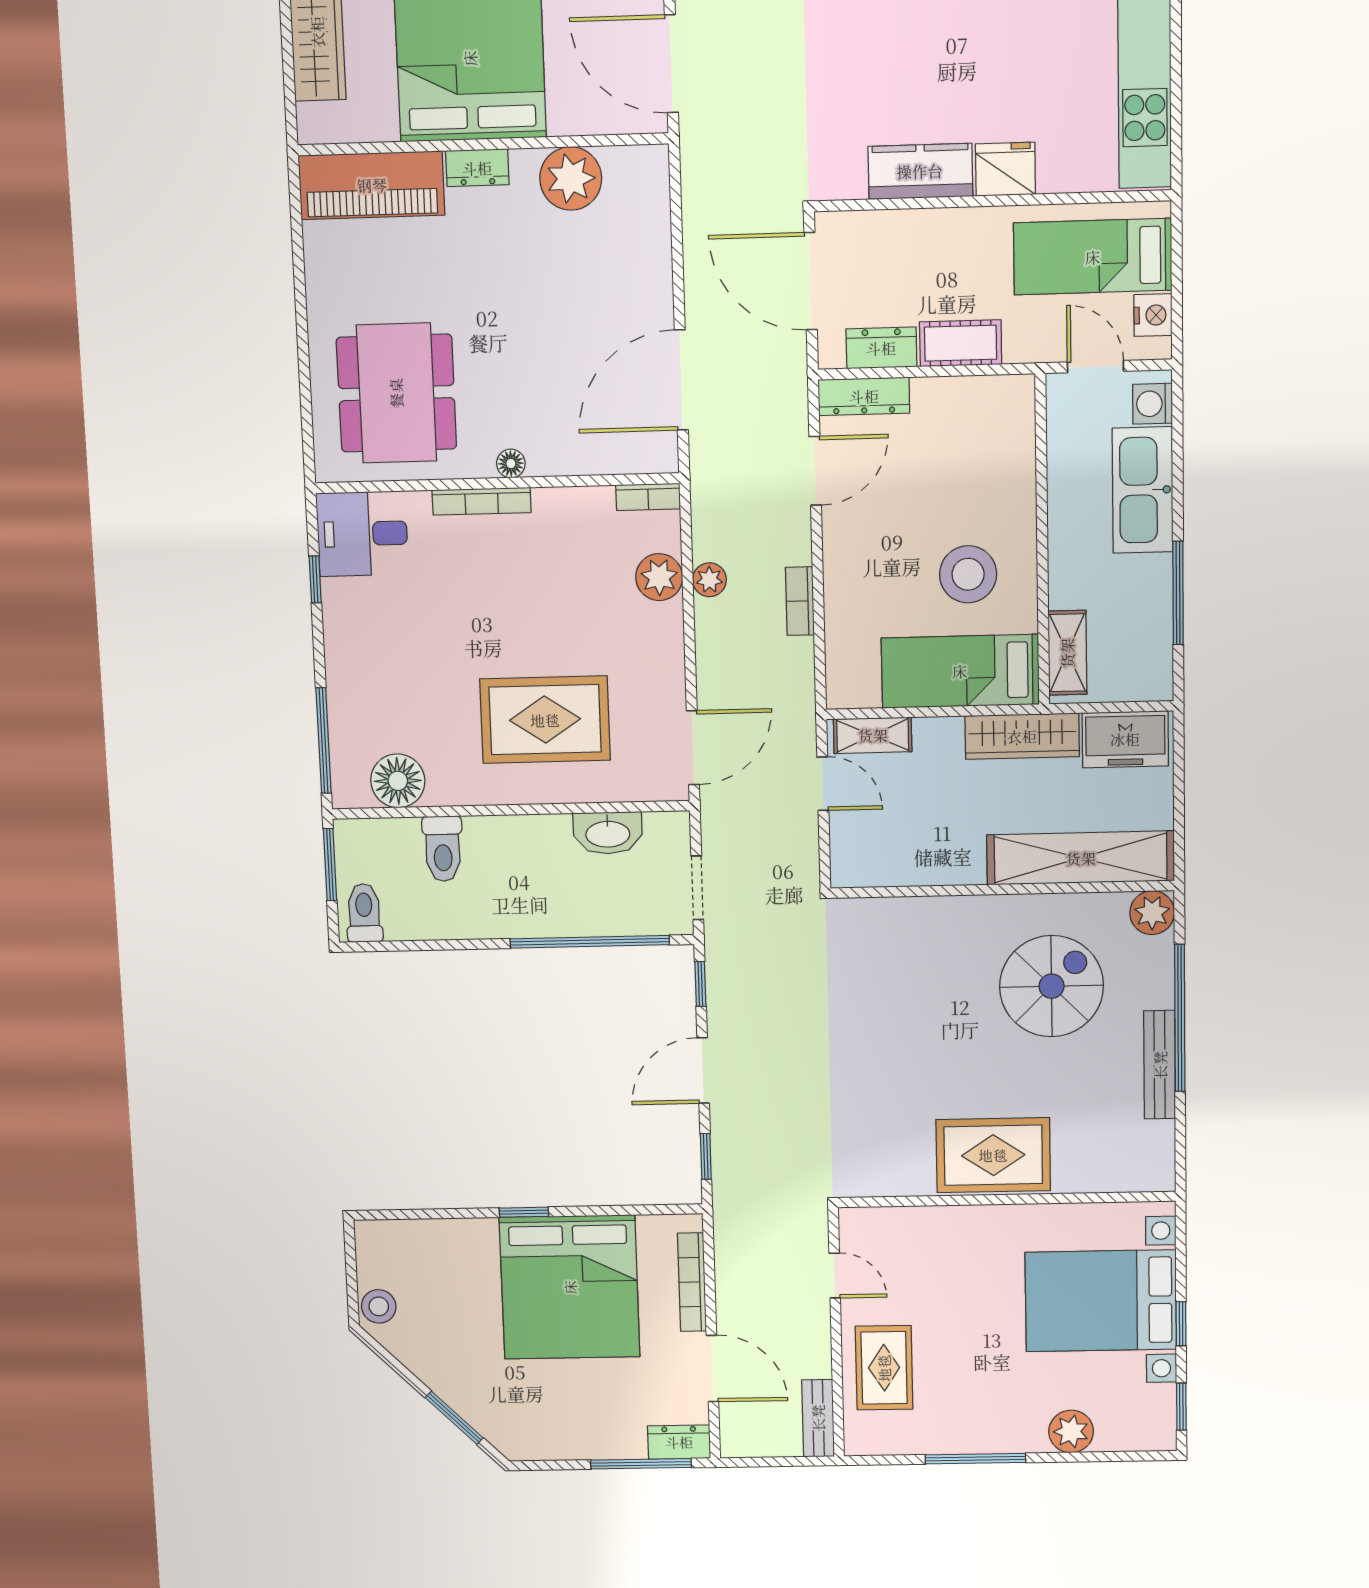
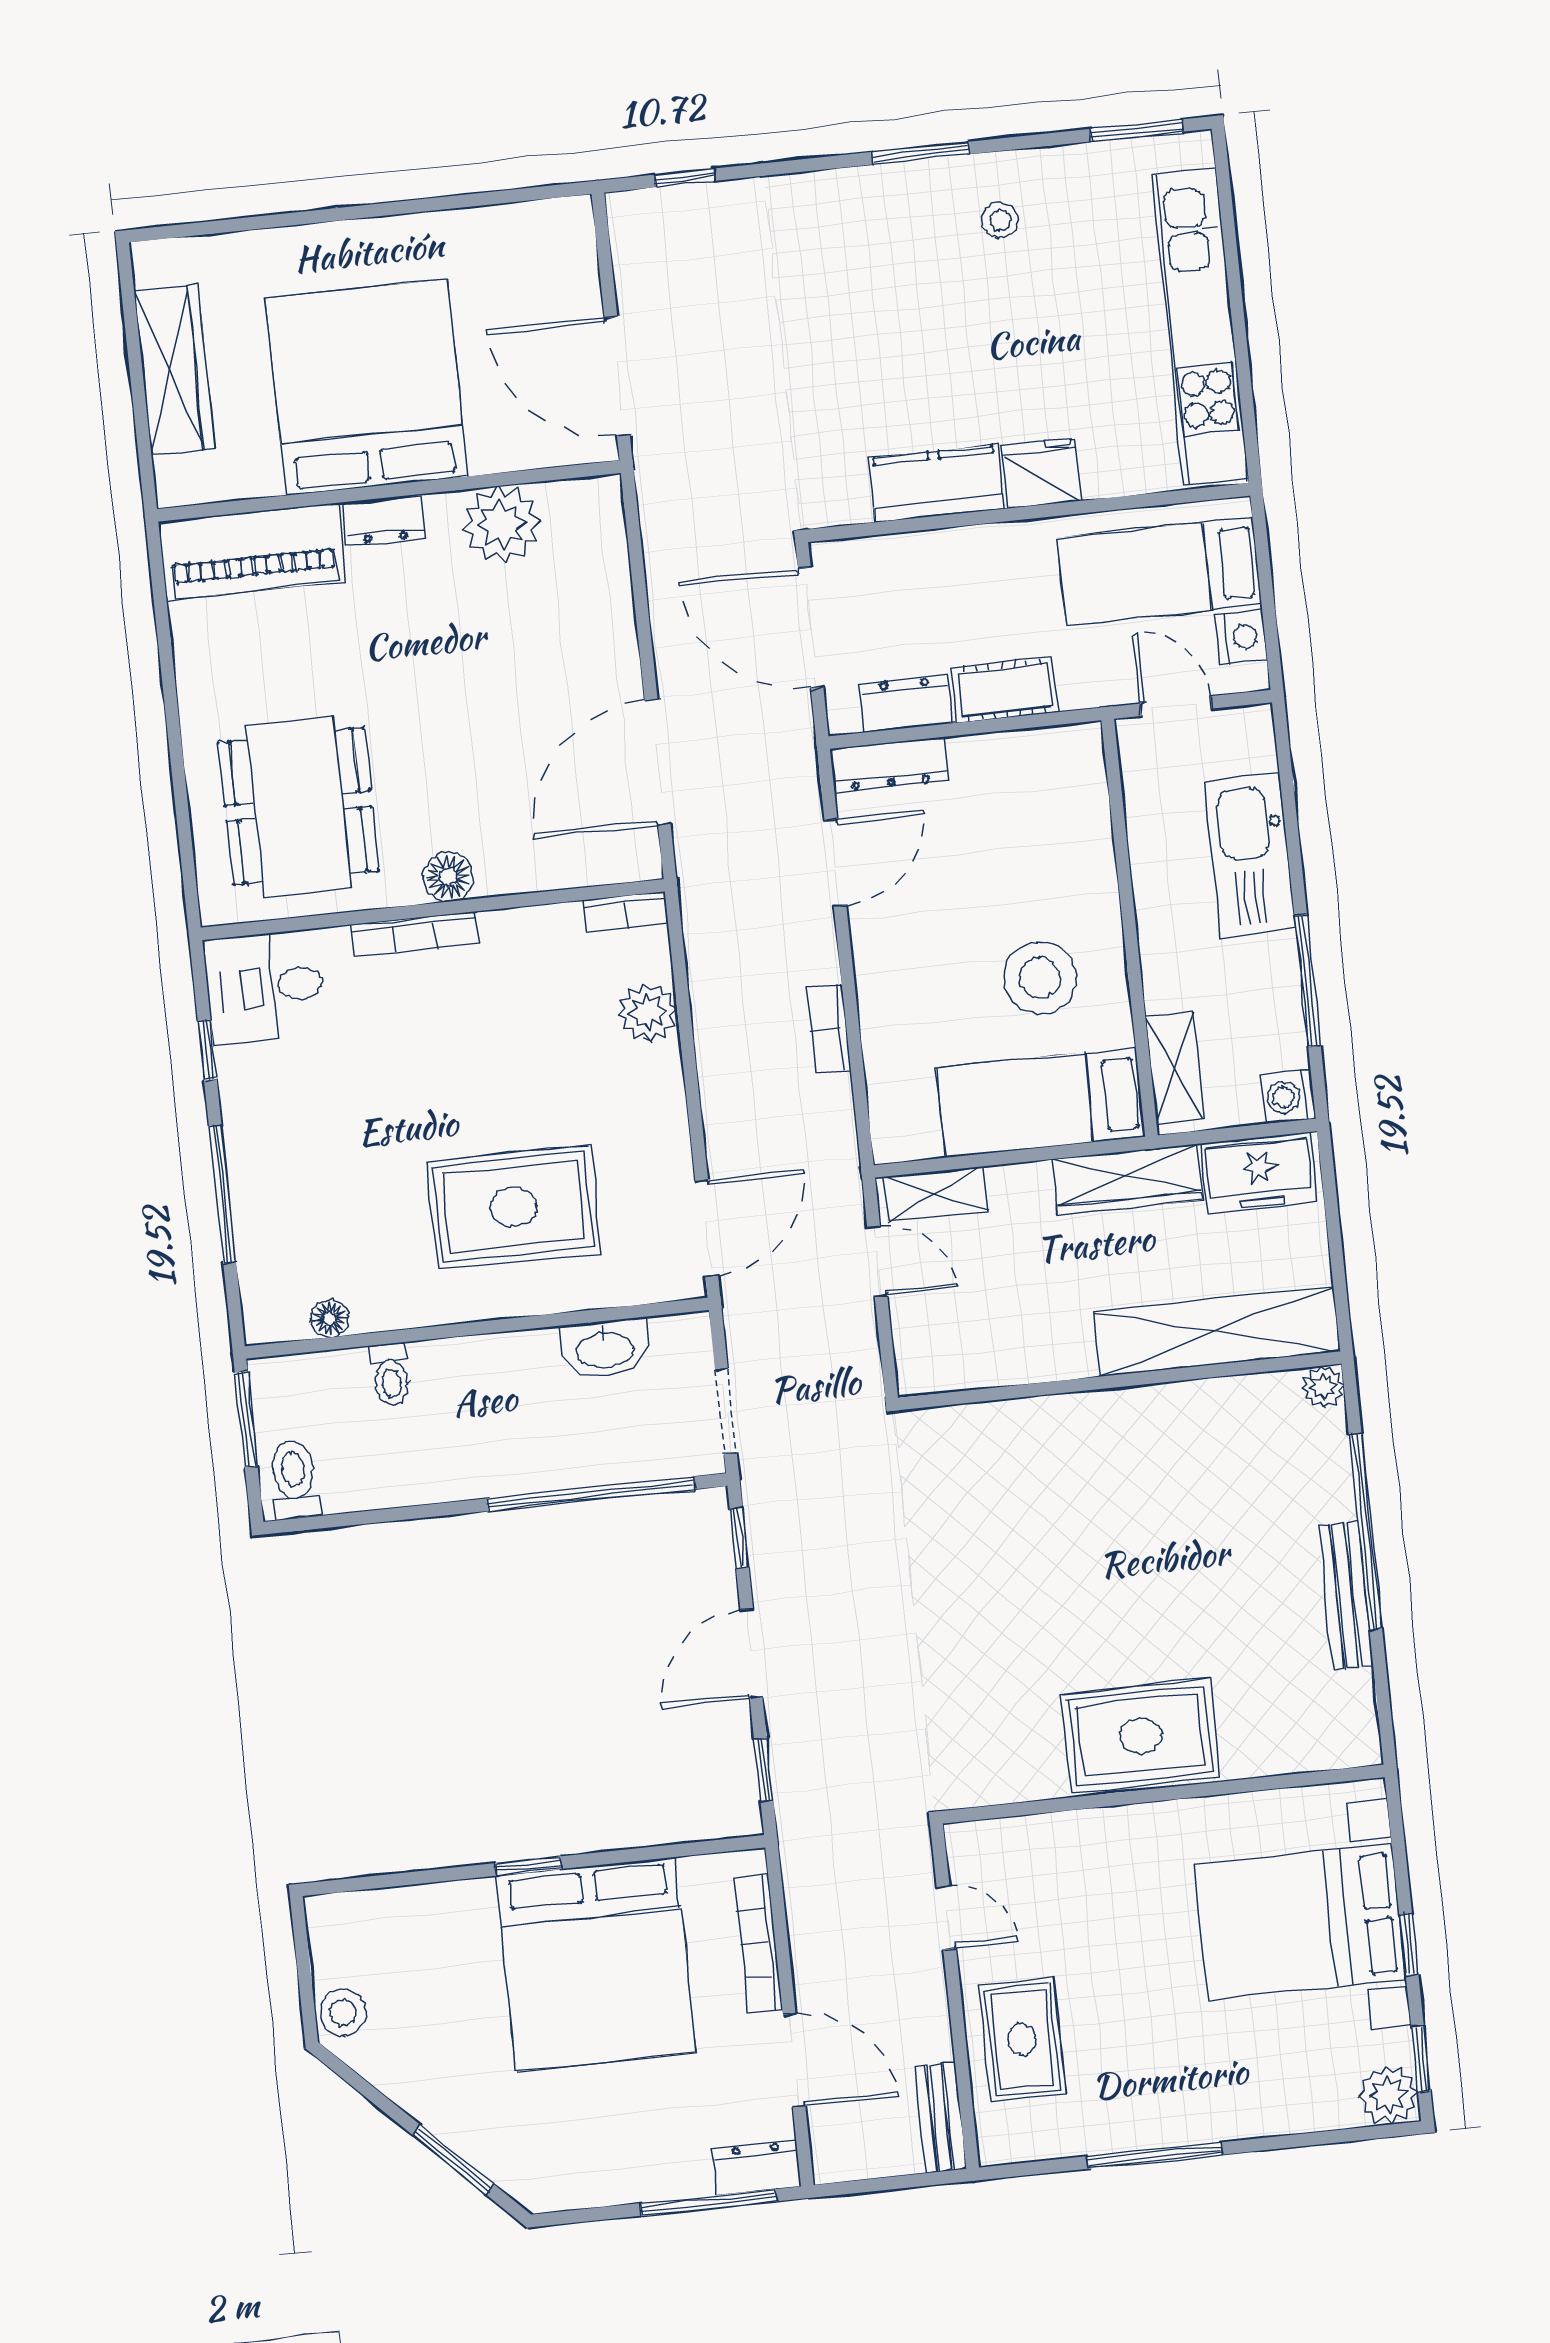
washing machine: (1153, 404) -> (1289, 1097), moved
floor lamp: (511, 463) -> (448, 877), width x1.37, depth x1.37
plant: (709, 580) -> (712, 1011), removed
window: (324, 741) -> (222, 1194), moved
floor lamp: (398, 781) -> (330, 1319), width x0.53, depth x0.53
toilet: (443, 849) -> (391, 1375), width x0.73, depth x0.72
plant: (1152, 913) -> (1323, 1387), width x0.73, depth x0.73
spiral stairs: (1052, 986) -> (1196, 1503), removed
plant: (1071, 1431) -> (1388, 2095), moved

